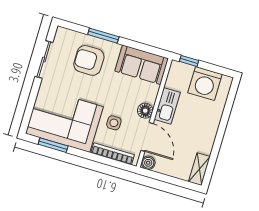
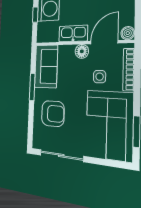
window: (103, 36) -> (32, 87), moved
sliding door: (44, 59) -> (61, 156), width x1.37
armchair: (89, 60) -> (53, 114), turned -90
window: (189, 61) -> (35, 15), moved

